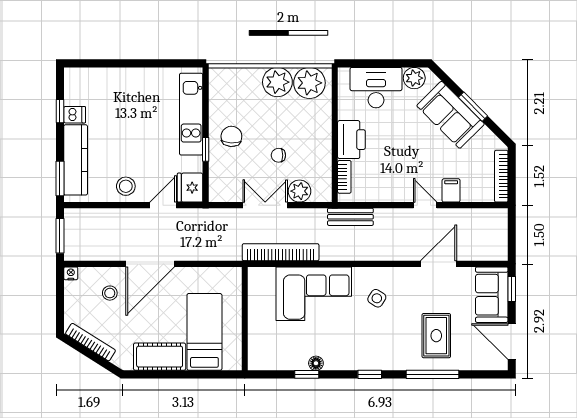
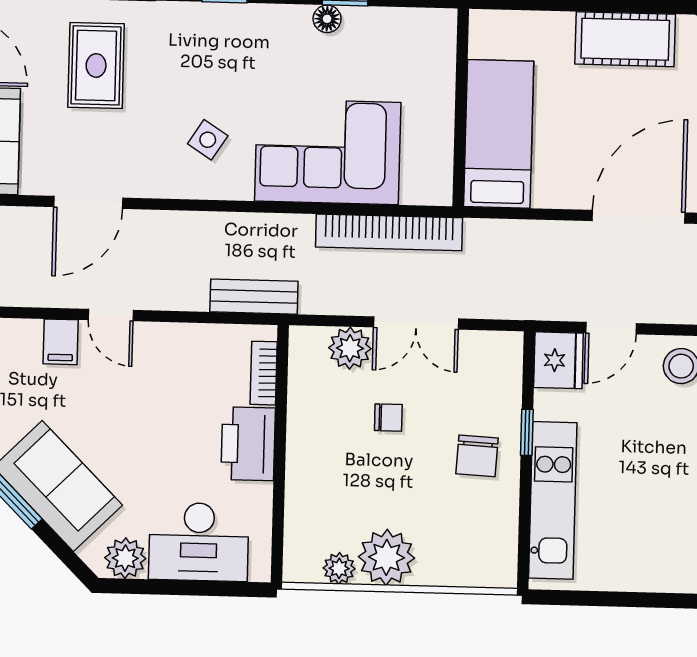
plant: (309, 83) -> (339, 568), width x0.53, depth x0.53
bed: (204, 332) -> (499, 134), moved, turned 180

